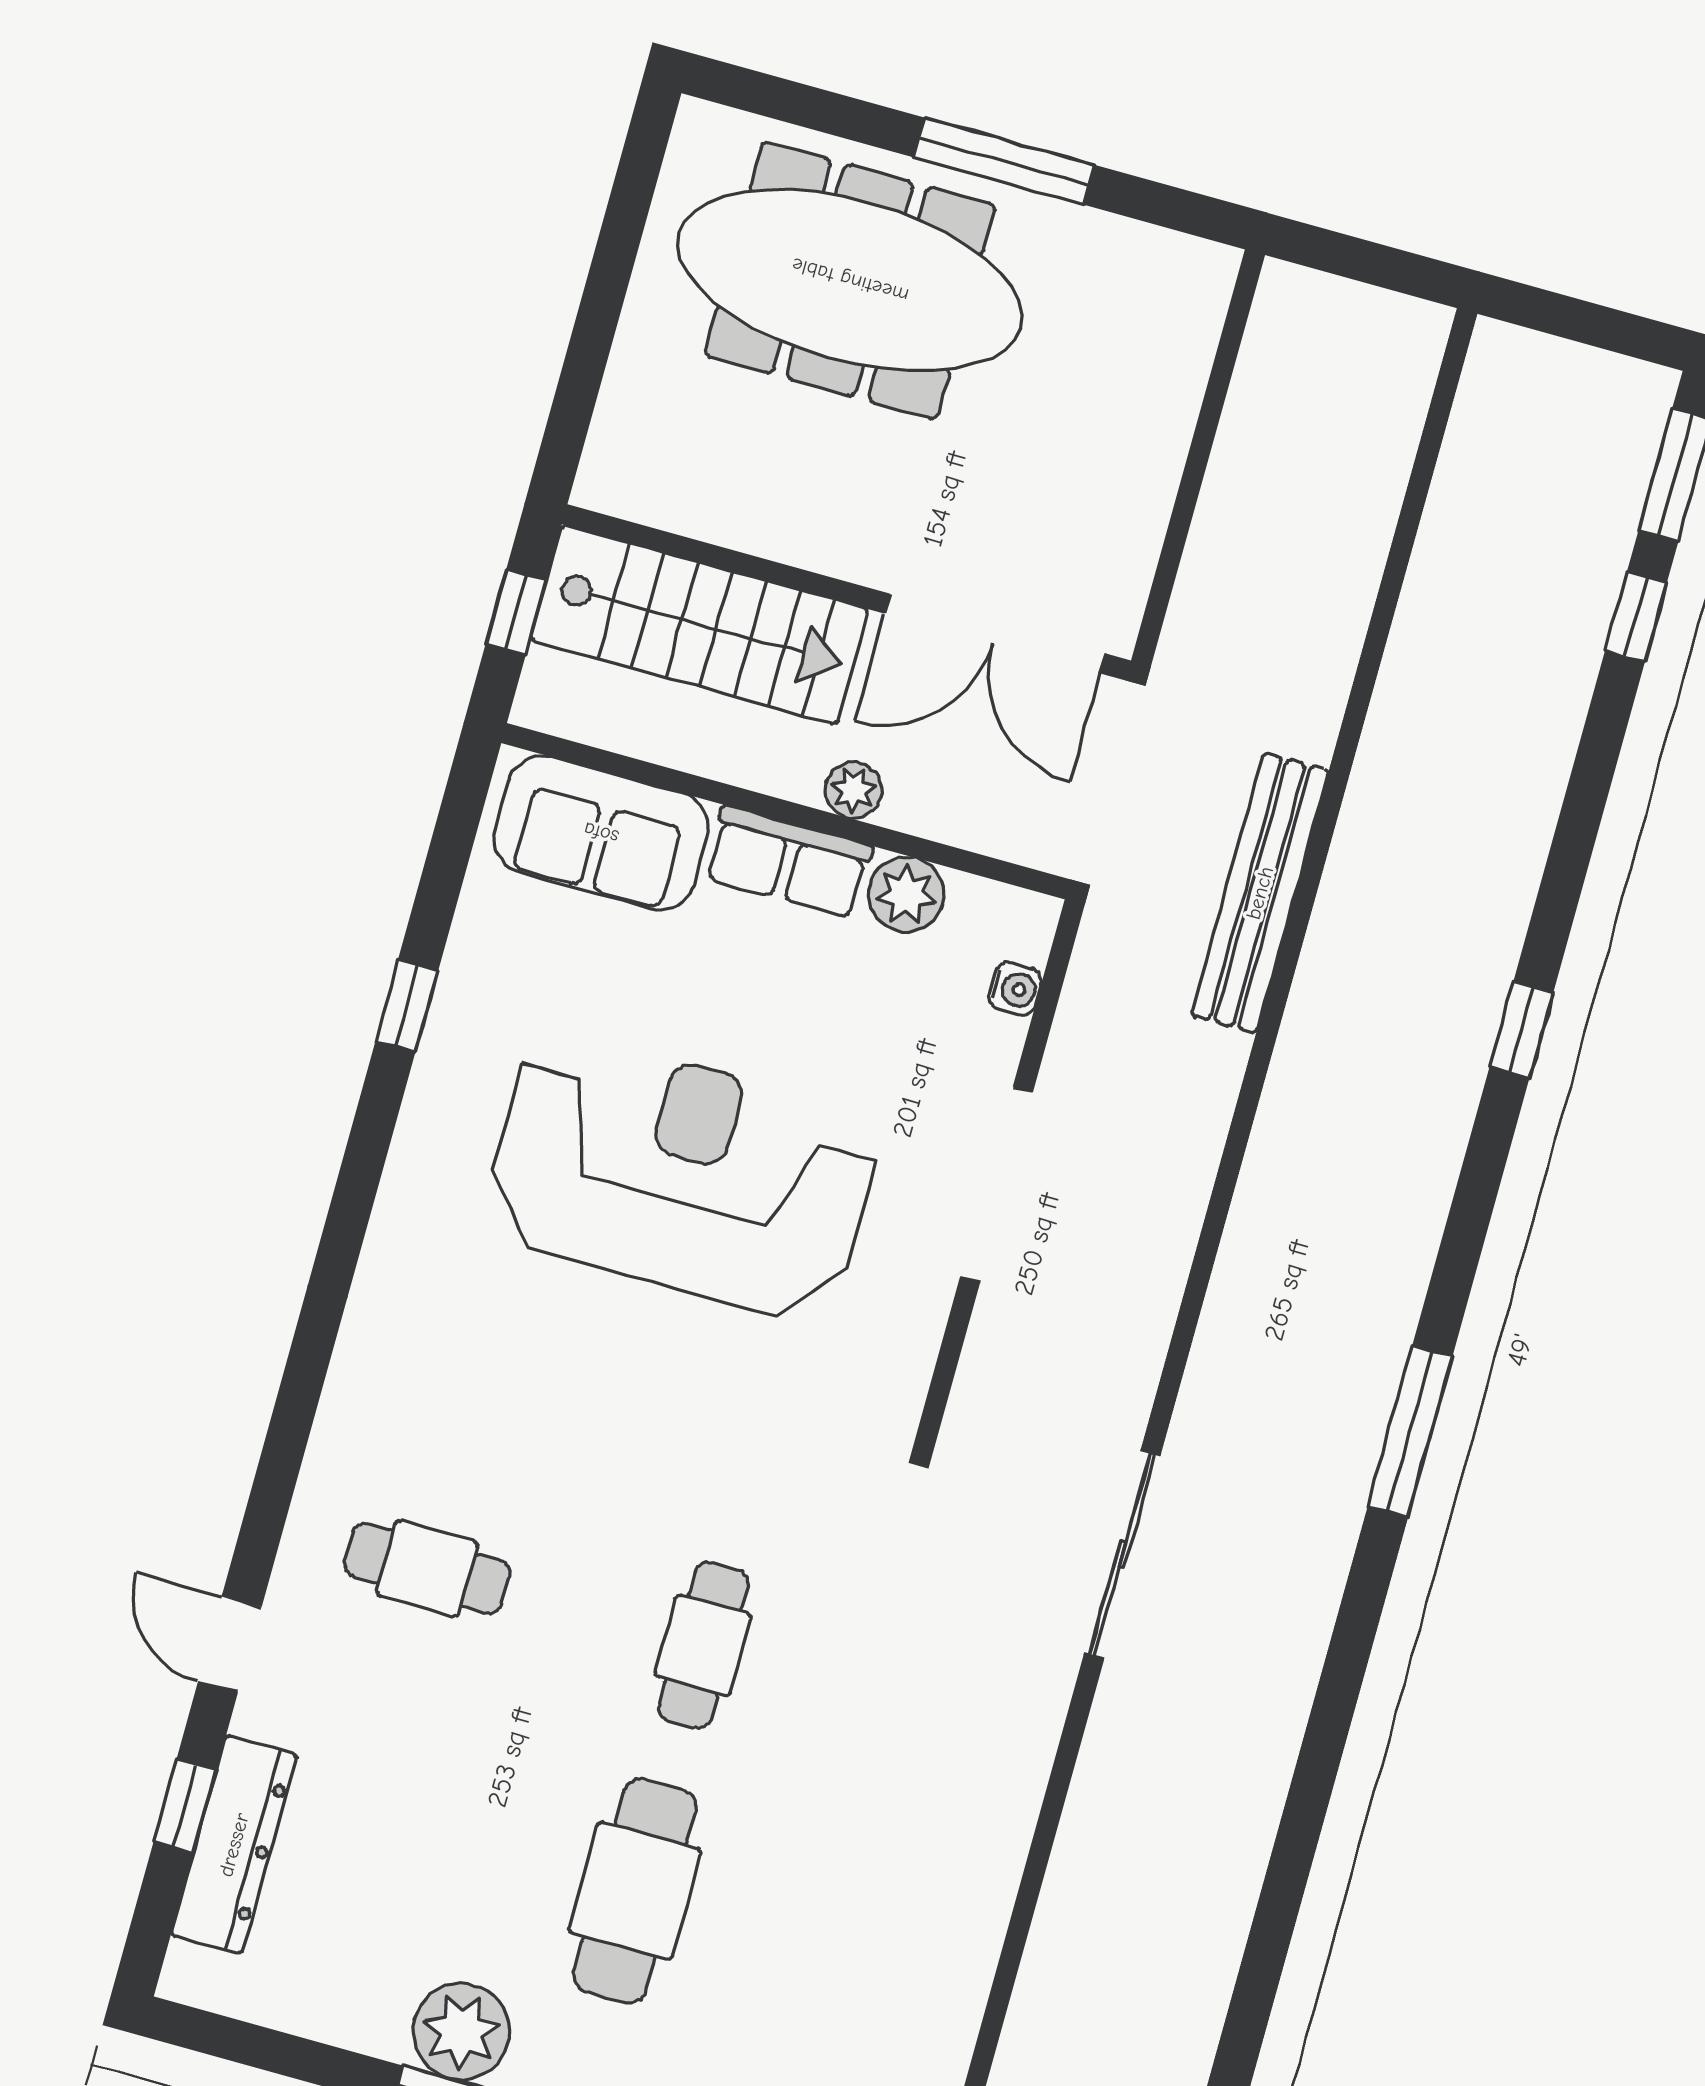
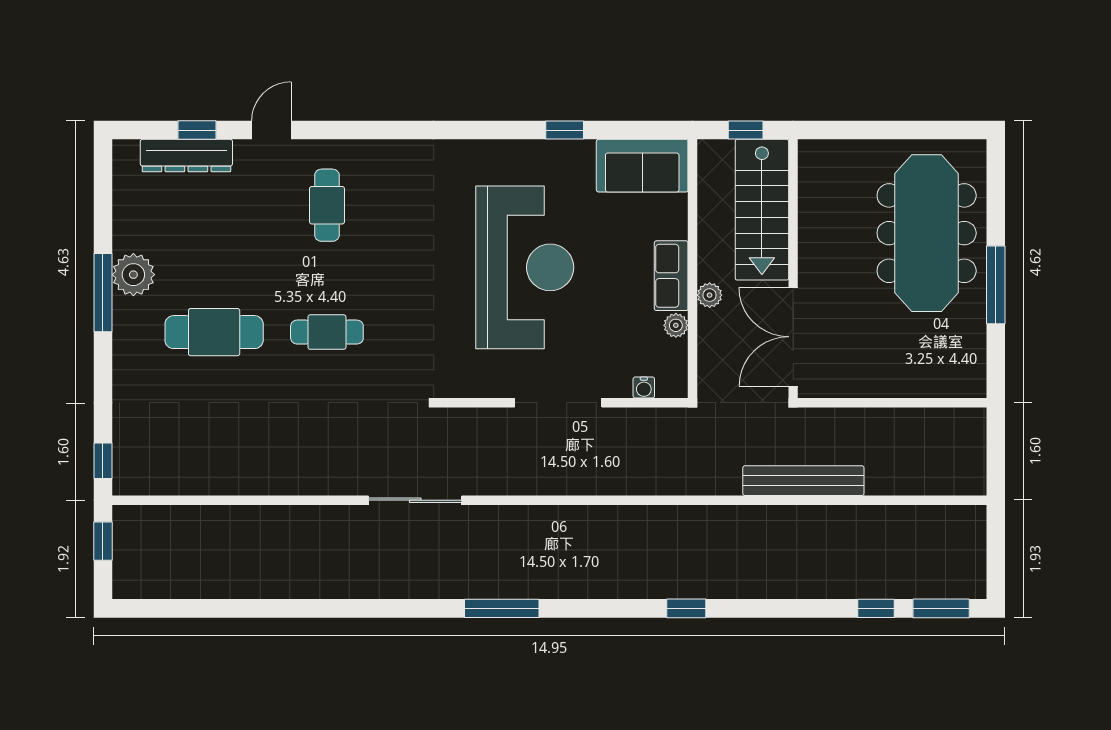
sofa: (601, 833) -> (642, 166), moved, turned -90
bench: (1260, 893) -> (803, 481), moved
plant: (906, 894) -> (676, 325), width x0.73, depth x0.73

